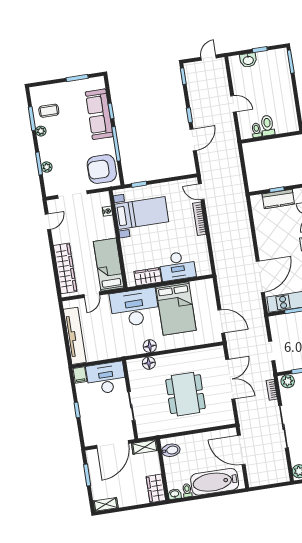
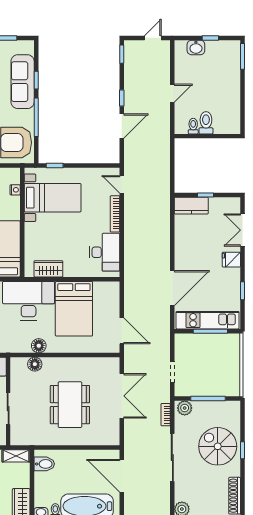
door: (233, 104) -> (172, 93), hinge flipped
kitchen counter: (278, 199) -> (191, 206), moved
desk: (177, 266) -> (105, 252), moved, turned -90

